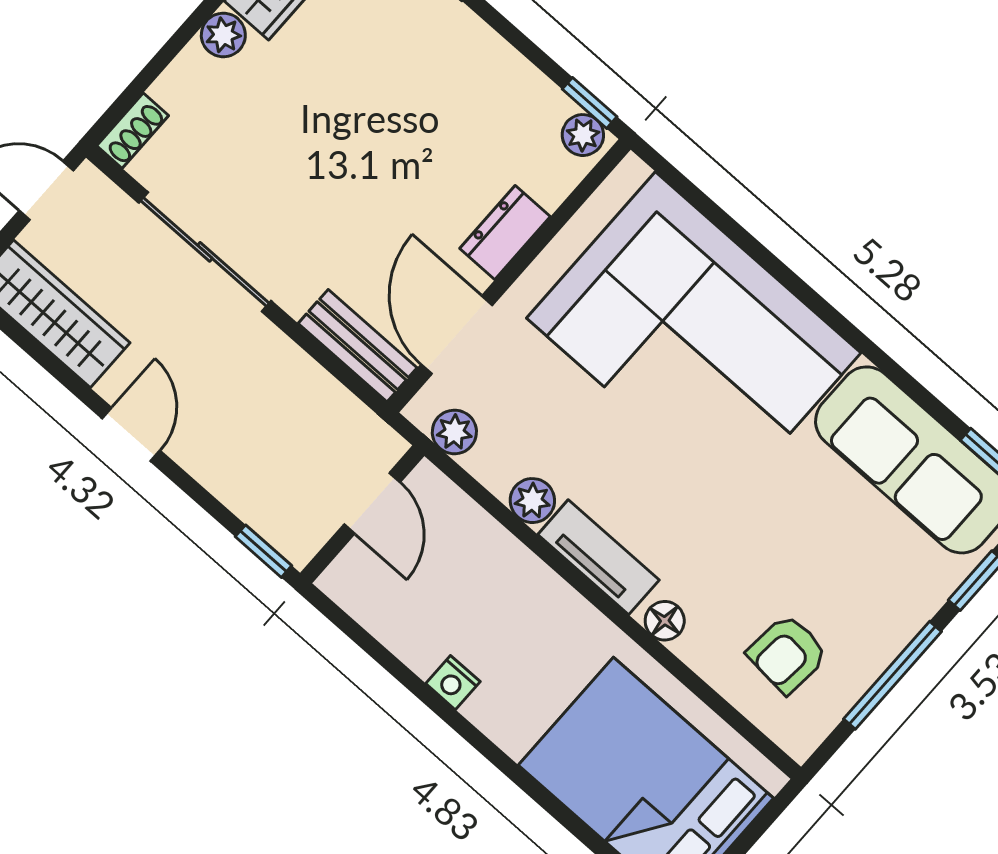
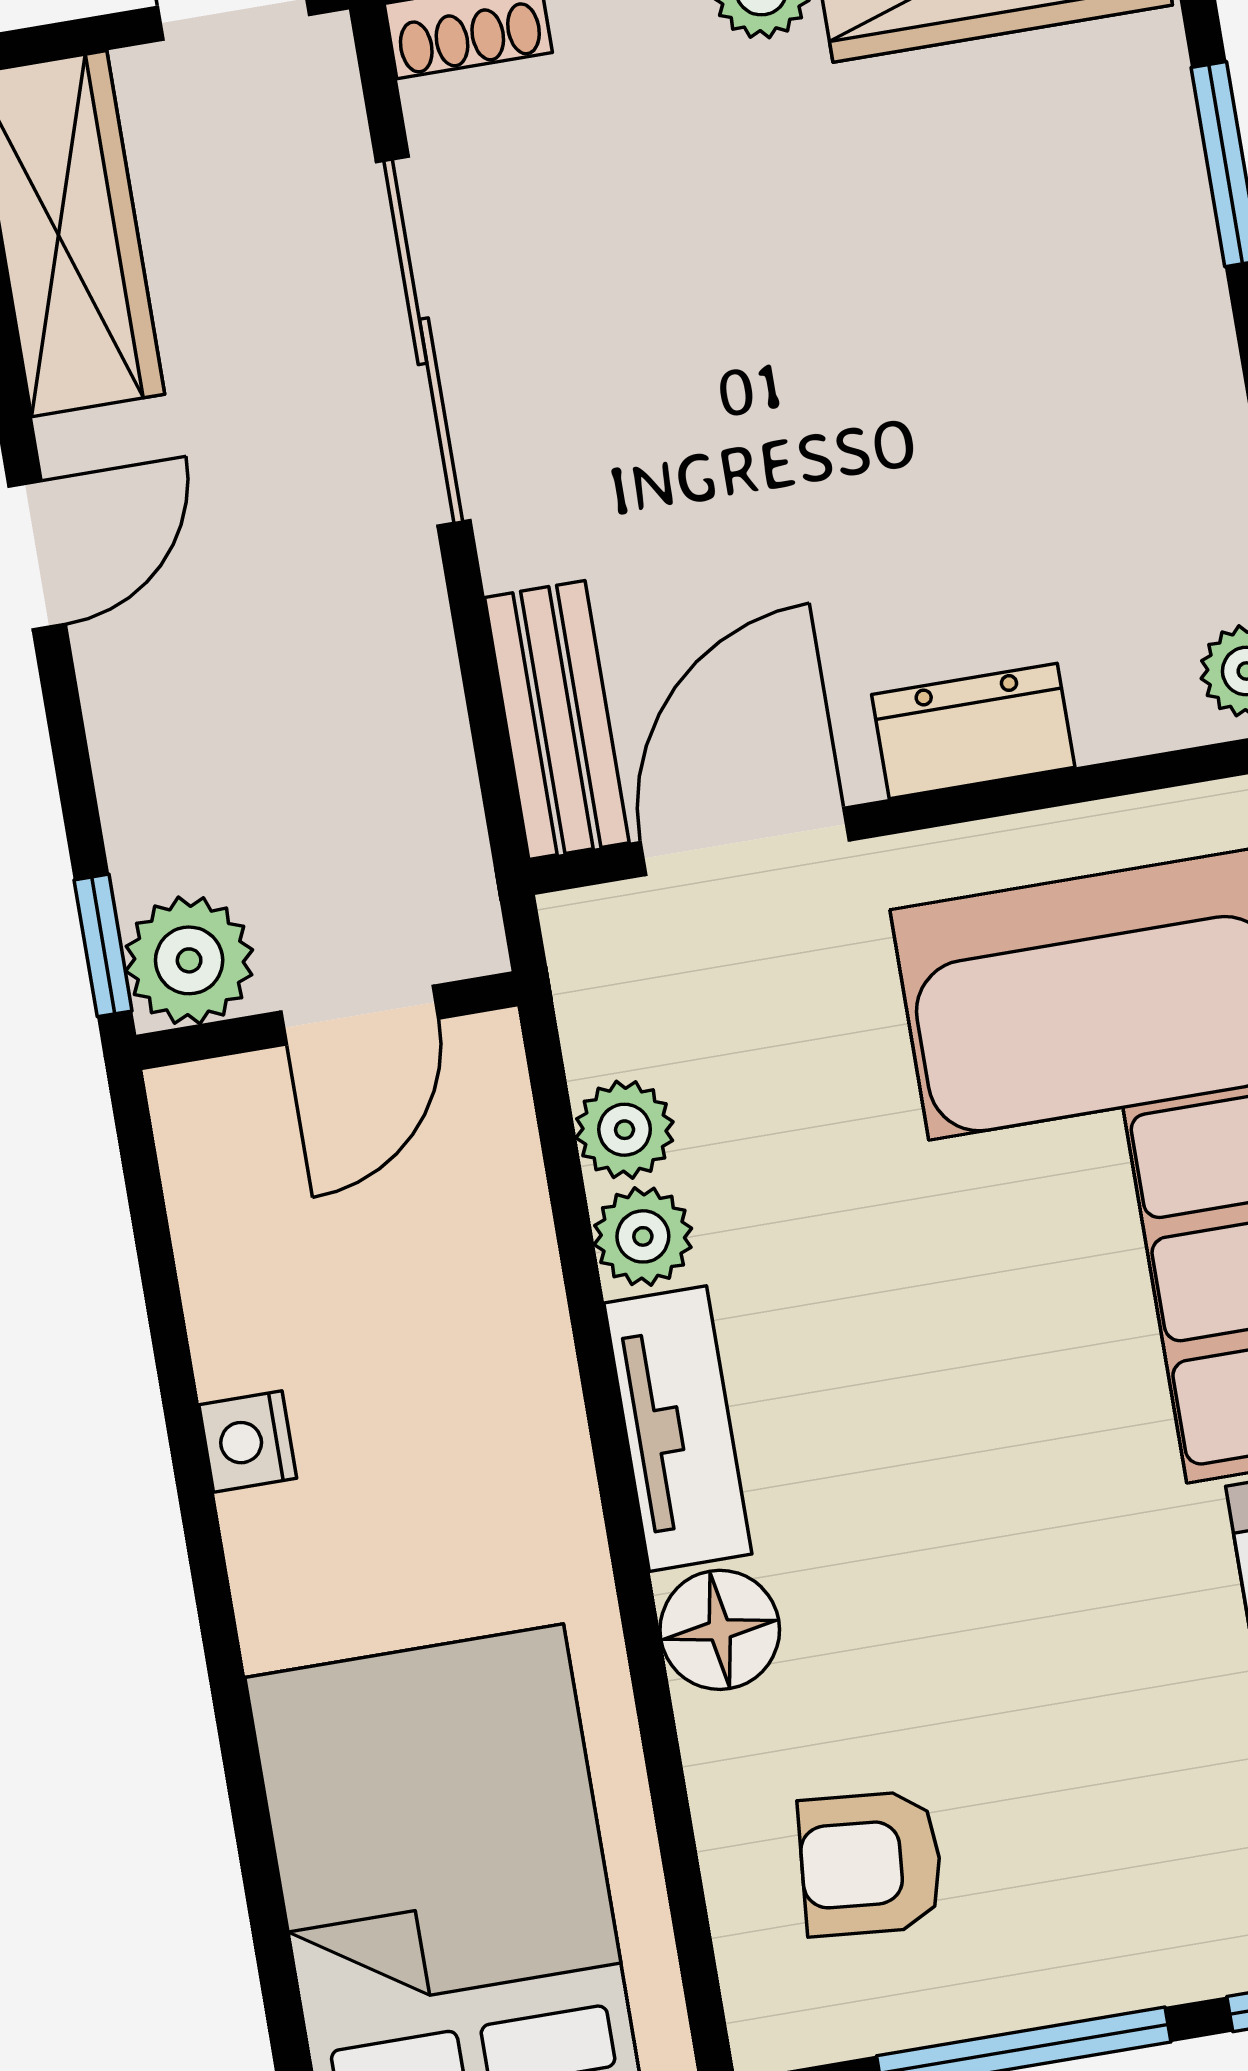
plant: (454, 432) -> (625, 1130), moved
plant: (298, 532) -> (189, 960), added
floor lamp: (665, 621) -> (720, 1630), width x1.37, depth x1.37

